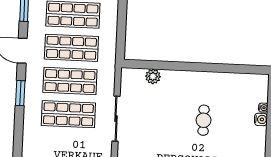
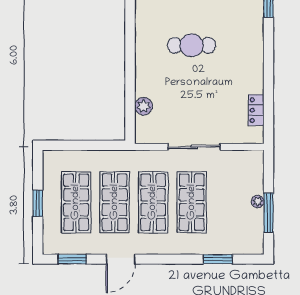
window: (20, 93) -> (218, 259), moved
cafe table: (204, 120) -> (192, 45), width x1.37, depth x1.35

